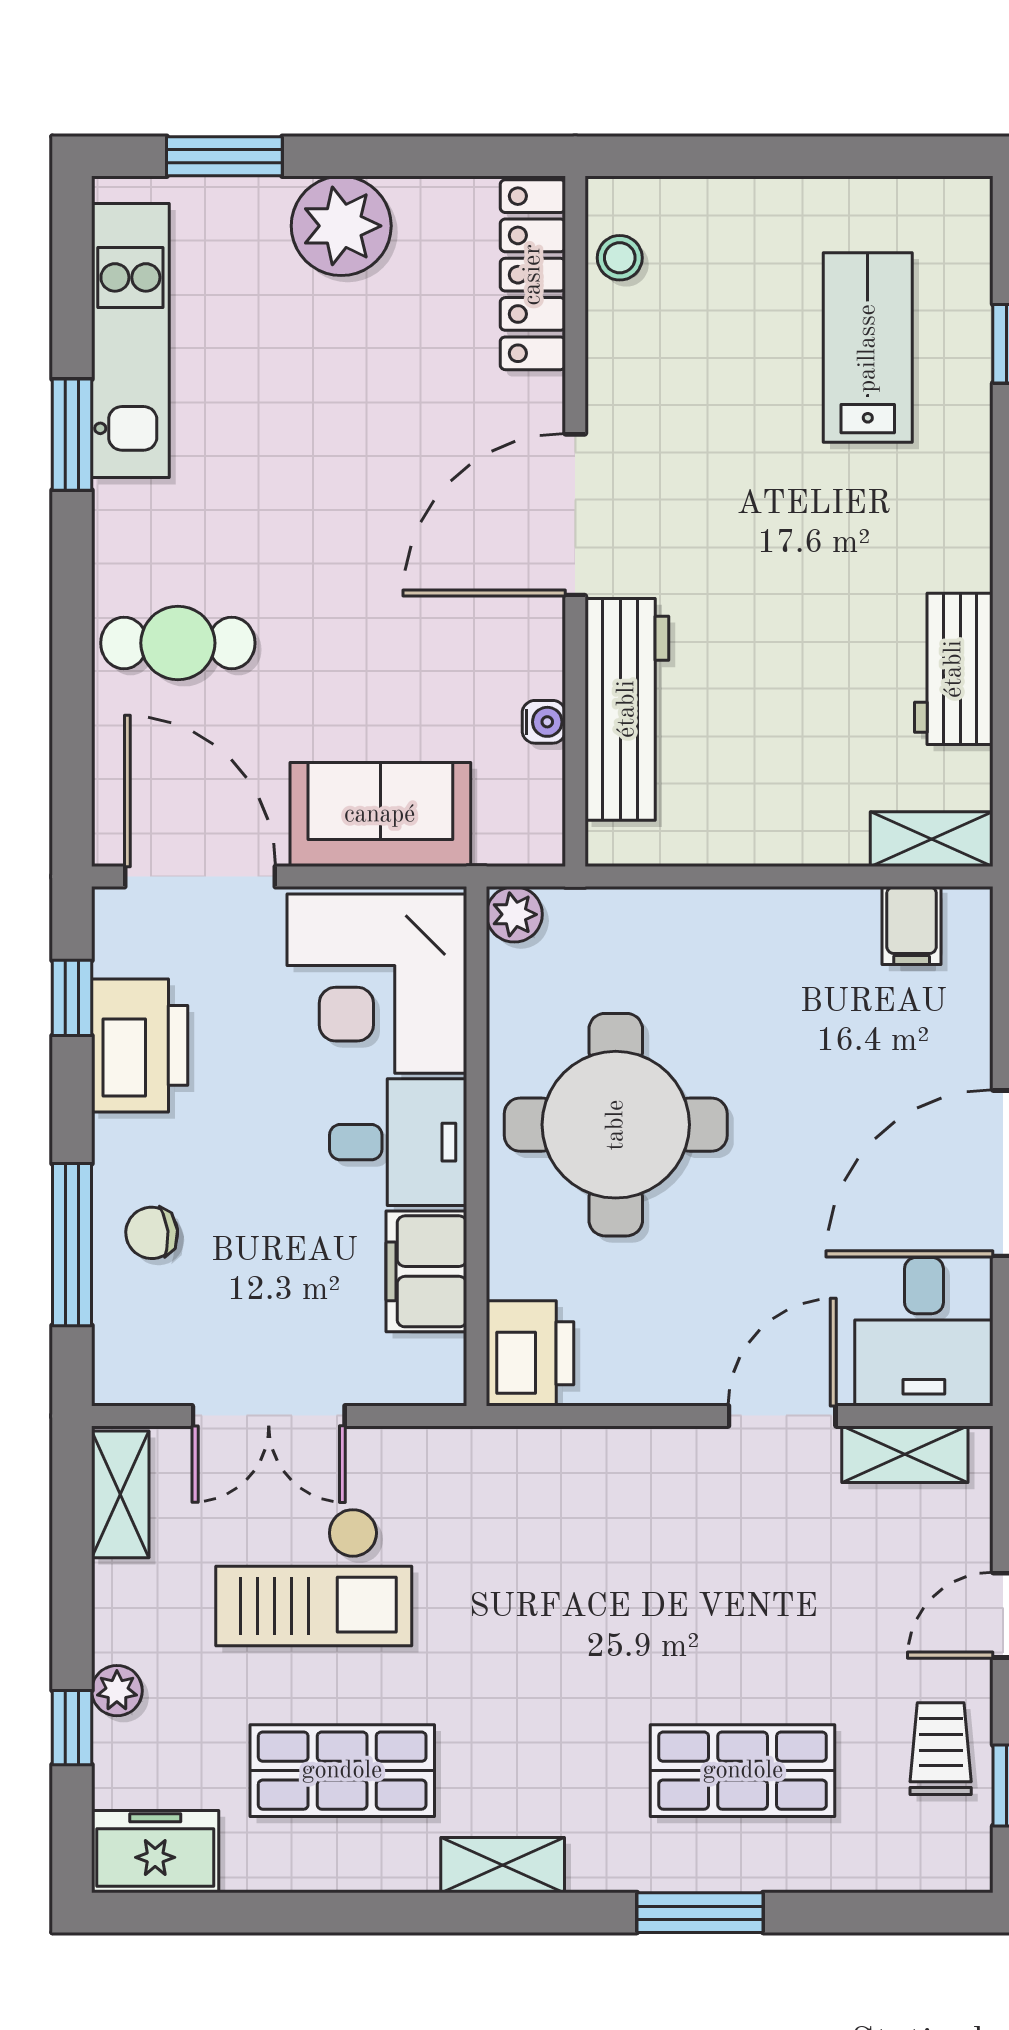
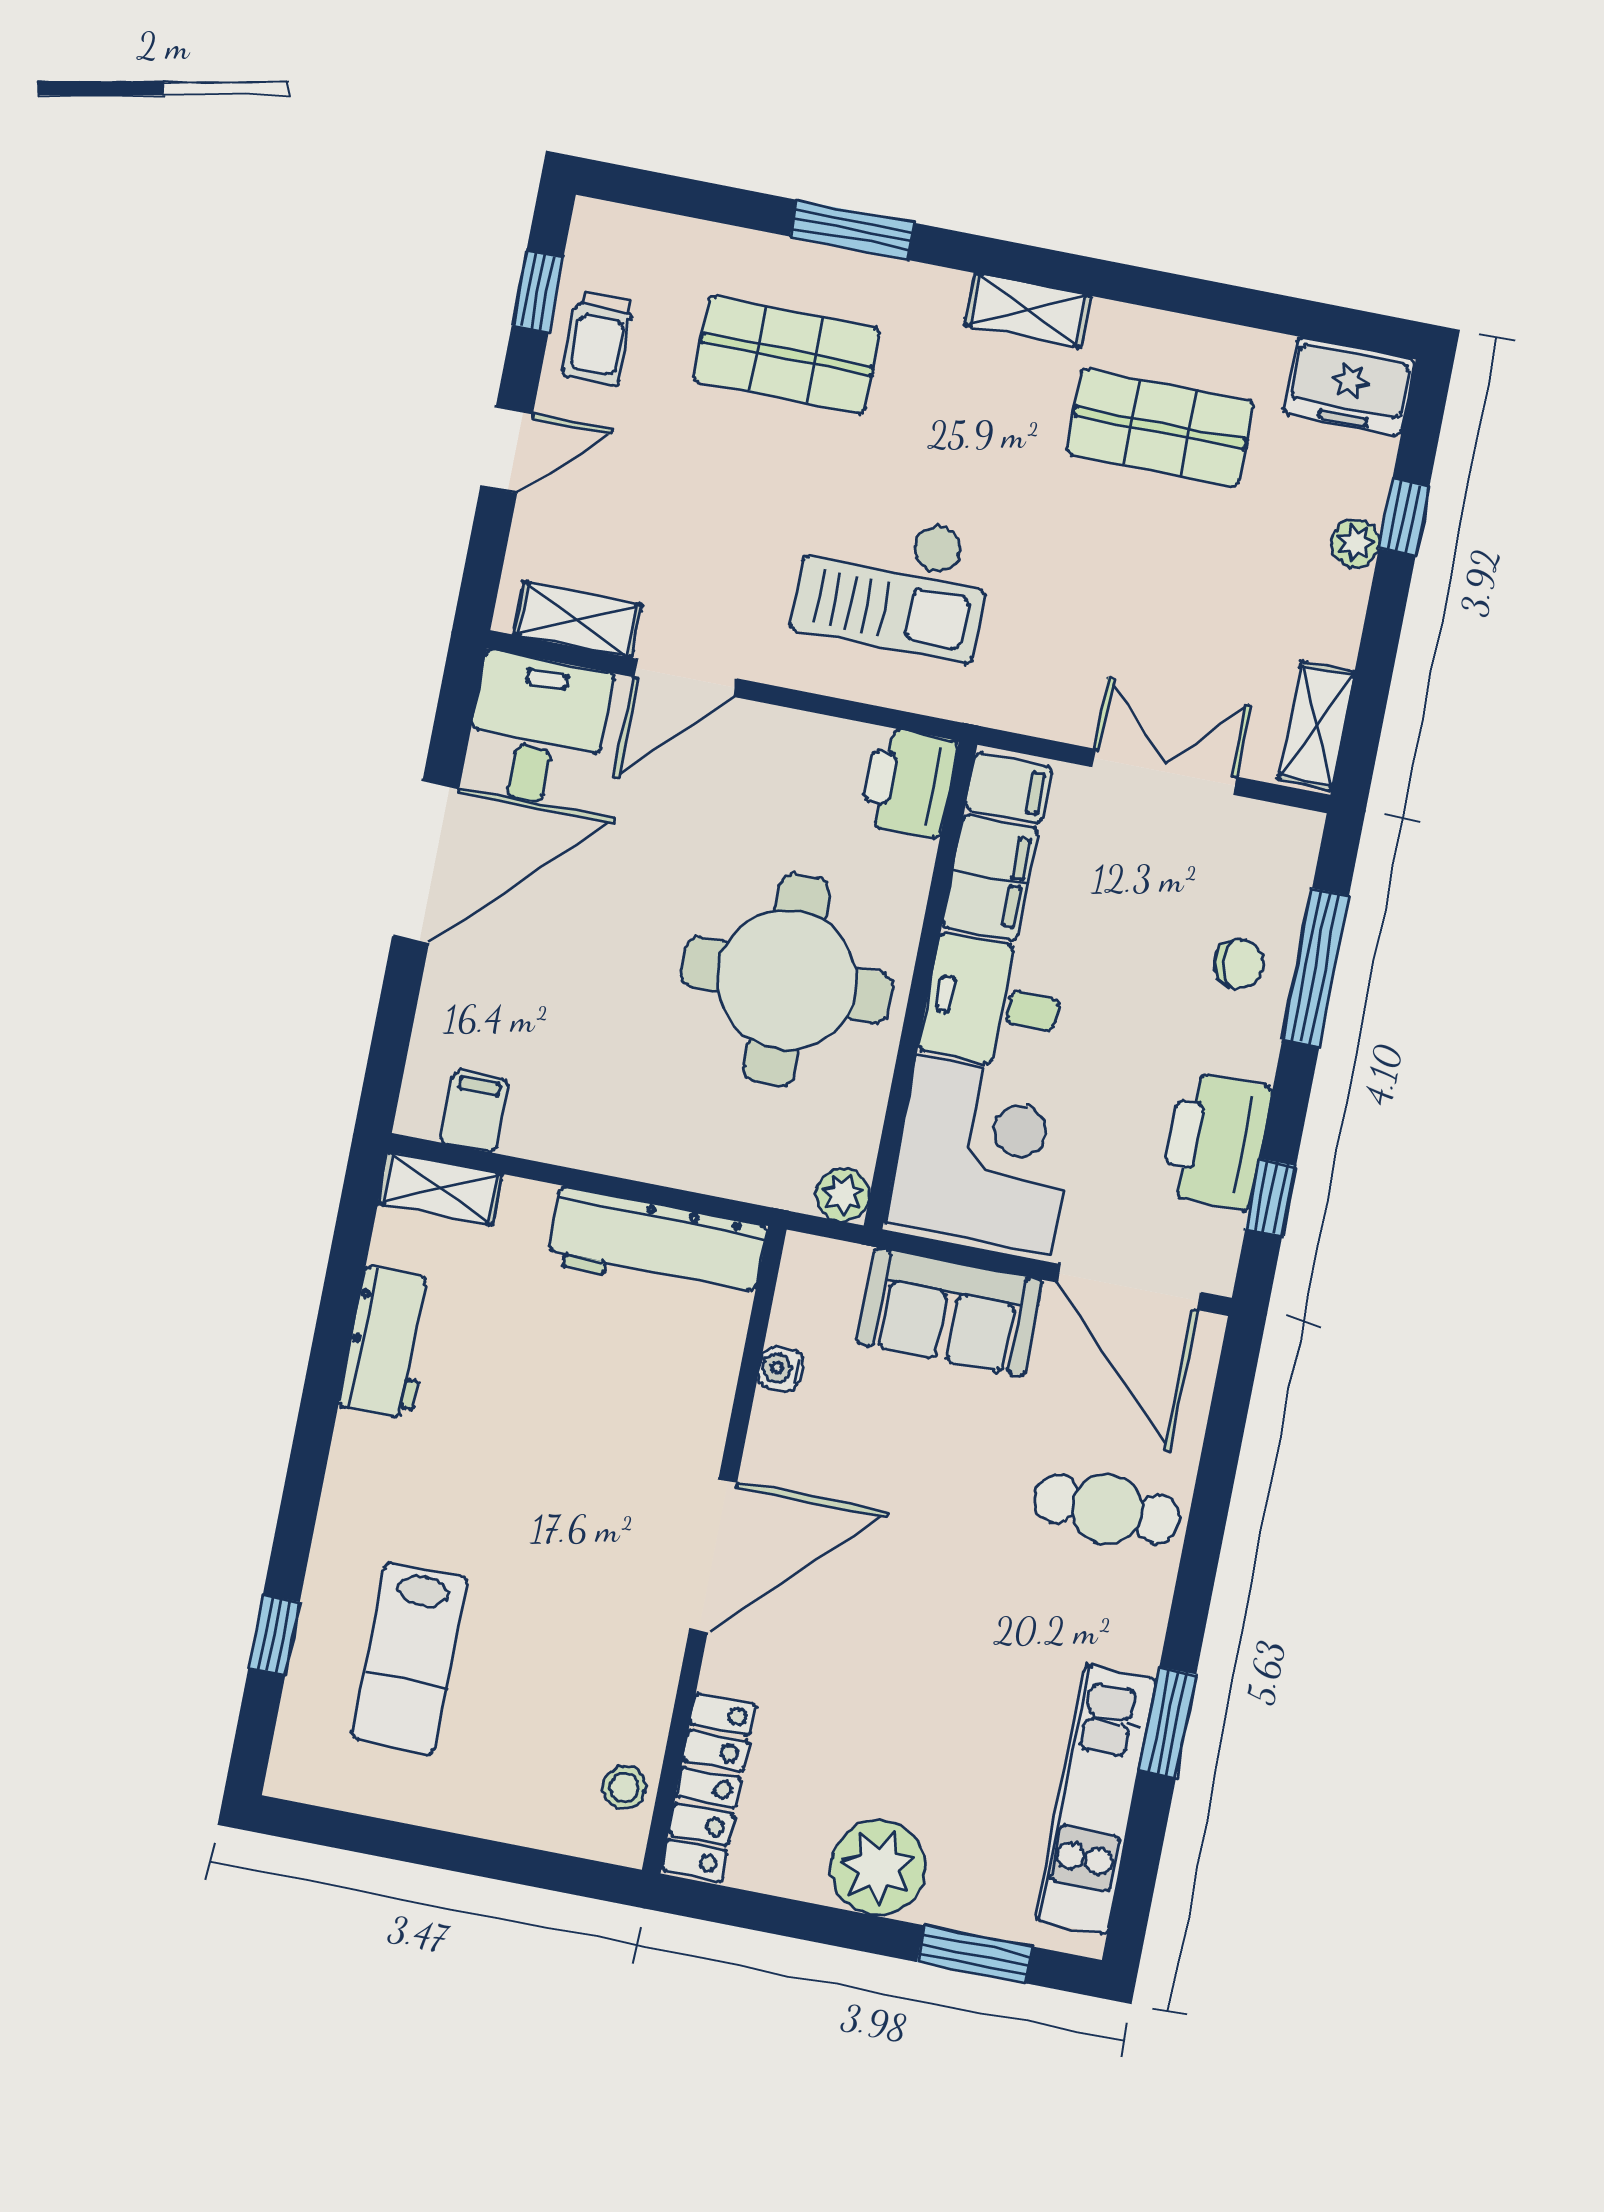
workbench: (627, 709) -> (657, 1244), moved, turned -90
filing cabinet: (426, 1368) -> (1009, 788), added
checkout: (314, 1577) -> (893, 583), moved, turned 180

